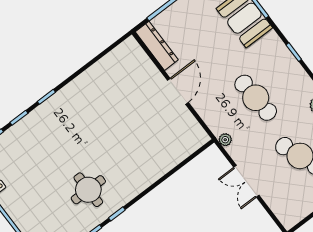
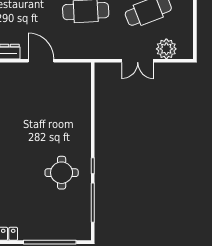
plant: (225, 140) -> (166, 49), moved, width x1.87, depth x1.87

